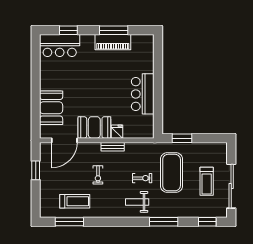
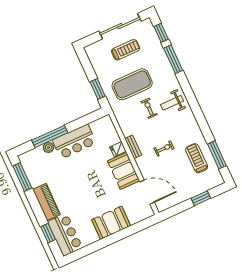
window: (114, 30) -> (22, 177), moved
piano: (113, 42) -> (46, 202), moved
plant: (148, 67) -> (48, 147), added
window: (158, 73) -> (50, 136), added
booth: (51, 108) -> (111, 223), moved
window: (36, 170) -> (201, 198), moved
weight bench: (137, 202) -> (172, 103), turned 90
window: (164, 222) -> (173, 59), moved

